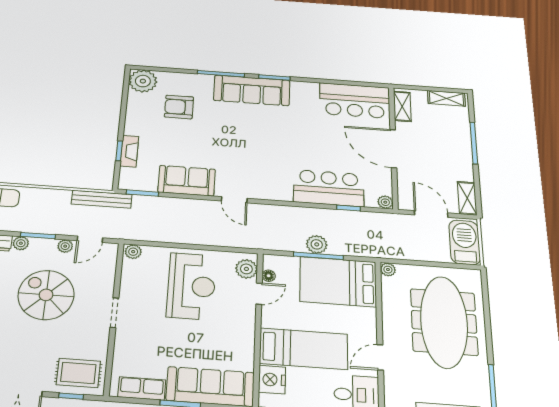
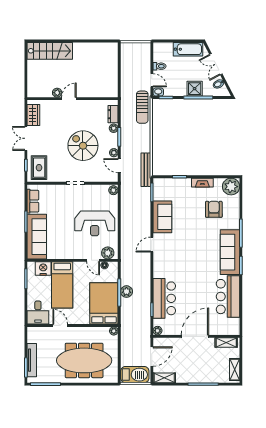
bar counter: (355, 101) -> (228, 297), moved
fireplace: (129, 151) -> (202, 183), moved
spiral stairs: (46, 295) -> (83, 146), turned -90

